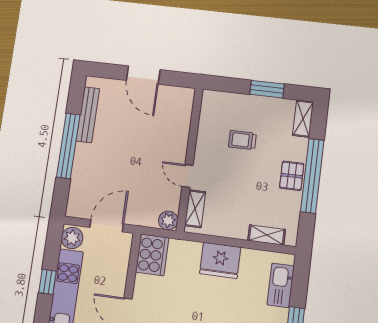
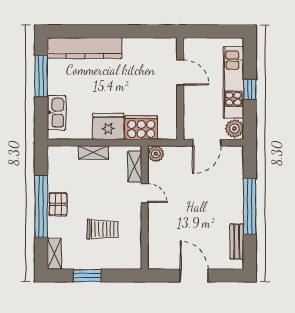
bench: (88, 115) -> (237, 242), width x0.73
trolley: (242, 140) -> (103, 229), width x1.36, depth x1.39
shelving: (267, 235) -> (94, 152), moved
cooker: (152, 255) -> (141, 128), moved, turned 90

